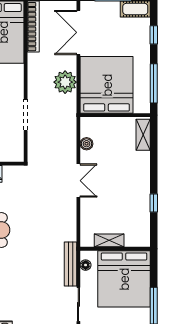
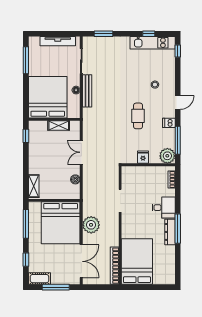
shelving: (109, 240) -> (59, 126), moved
wall: (115, 249) -> (54, 119), moved
bed: (124, 279) -> (48, 97), moved

